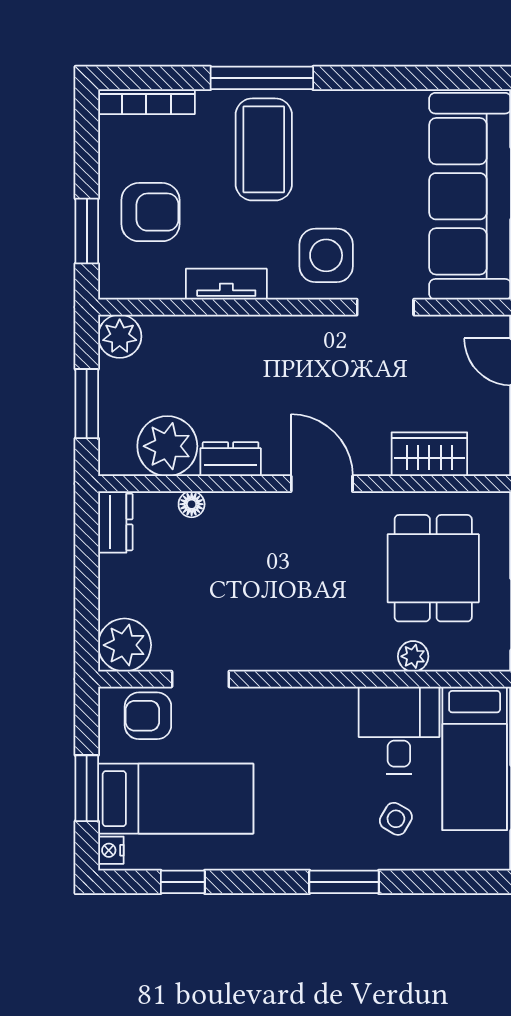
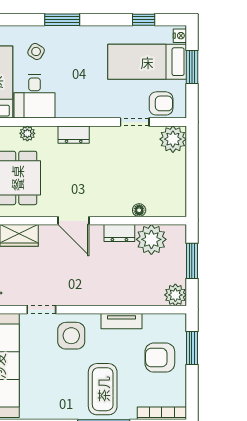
dresser: (115, 522) -> (74, 135), moved, turned -90

